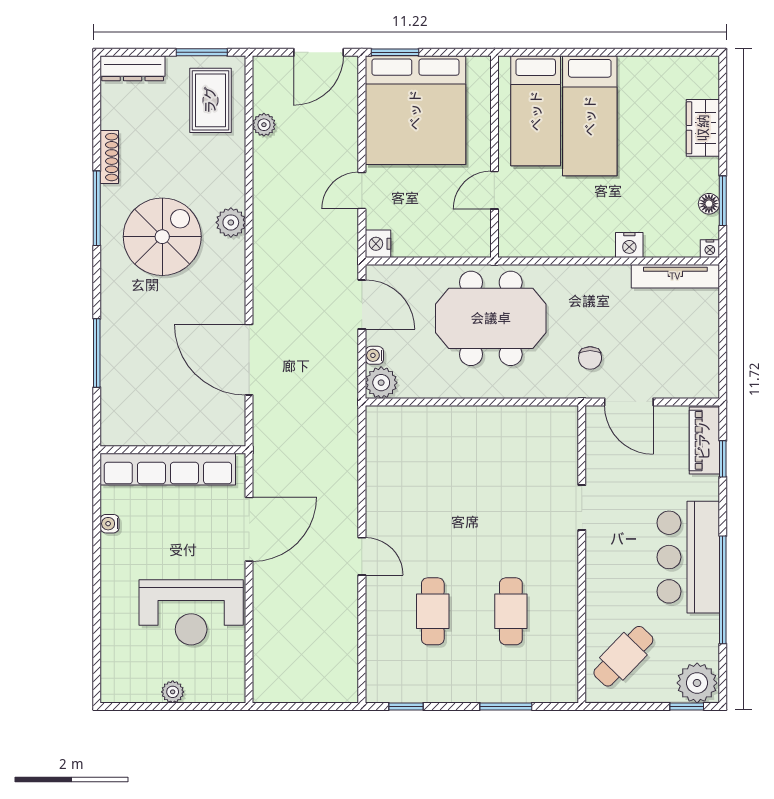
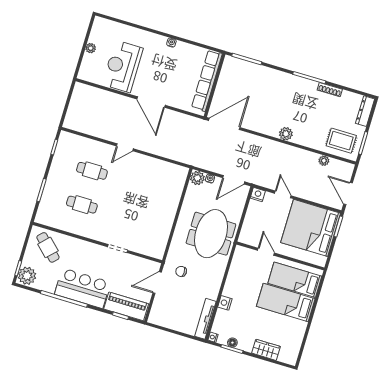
spiral stairs: (162, 237) -> (289, 102), removed
piano: (704, 440) -> (126, 306), width x1.37, depth x1.33
wall: (173, 450) -> (215, 85), moved
row of seats: (168, 469) -> (207, 81), moved

